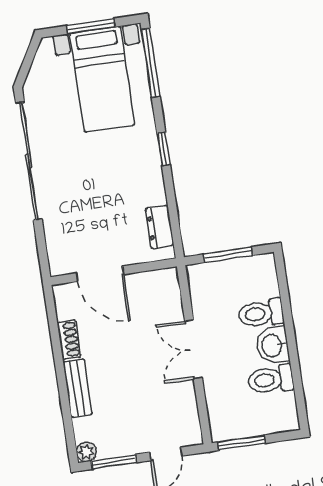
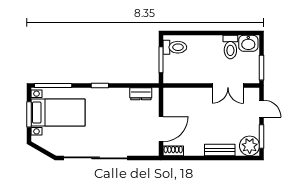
toilet: (261, 314) -> (175, 47), moved, turned -90
shoe rack: (69, 340) -> (173, 151), moved
washbasin: (273, 345) -> (248, 43), moved
double door: (194, 349) -> (228, 86), moved
plant: (86, 452) -> (250, 146), width x1.87, depth x1.87

